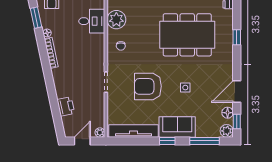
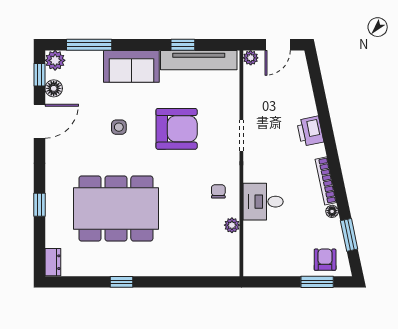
plant: (116, 20) -> (232, 225), width x0.53, depth x0.53
desk: (92, 21) -> (263, 202), moved
printer: (66, 106) -> (310, 131), moved
window: (167, 141) -> (183, 45), moved

